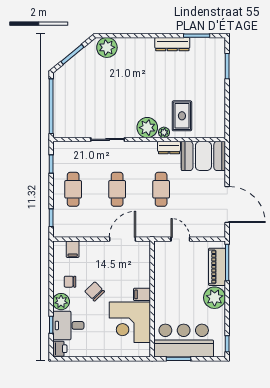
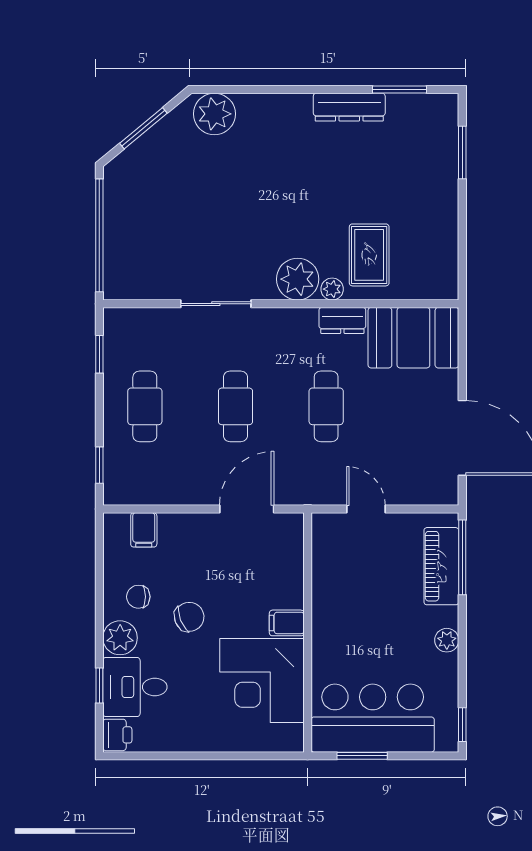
chair: (95, 291) -> (189, 617), turned 112
plant: (215, 298) -> (447, 640), width x0.53, depth x0.53

